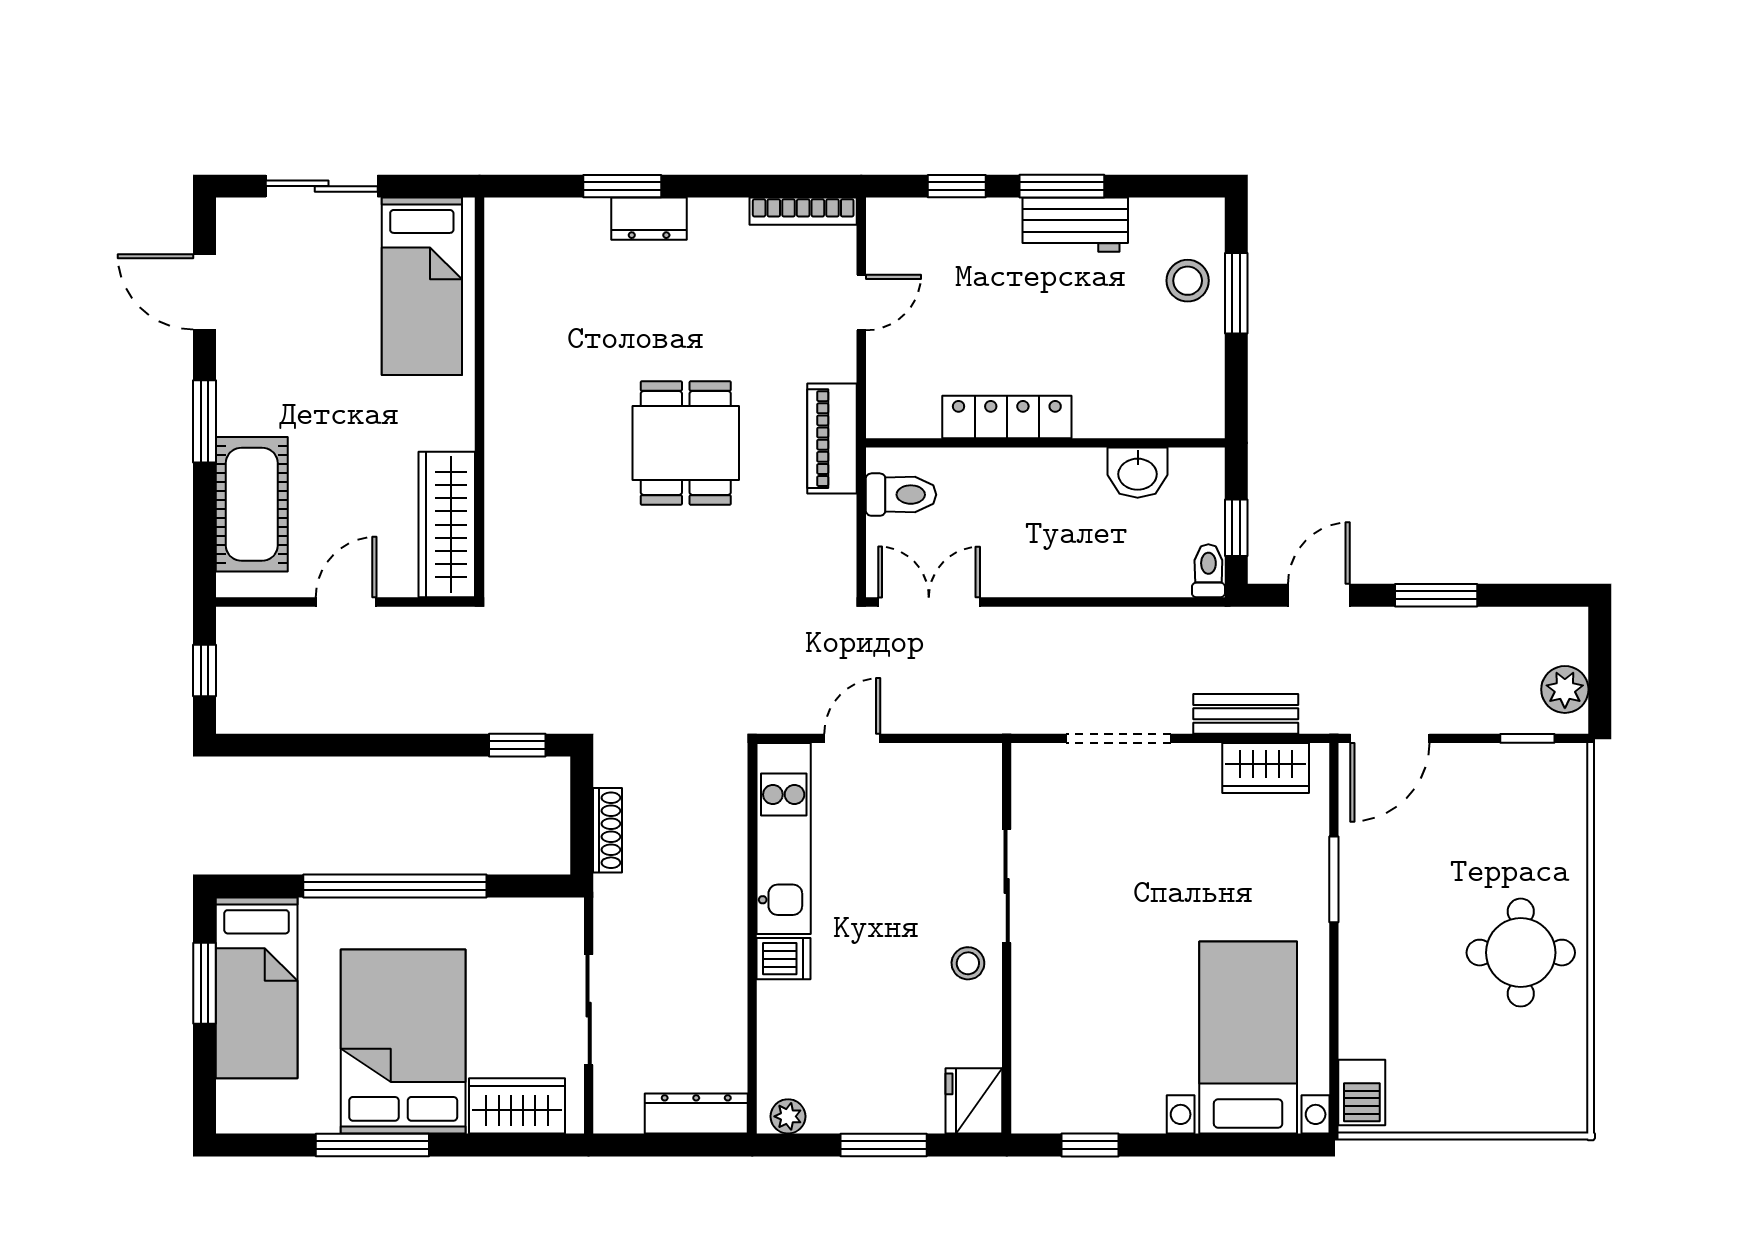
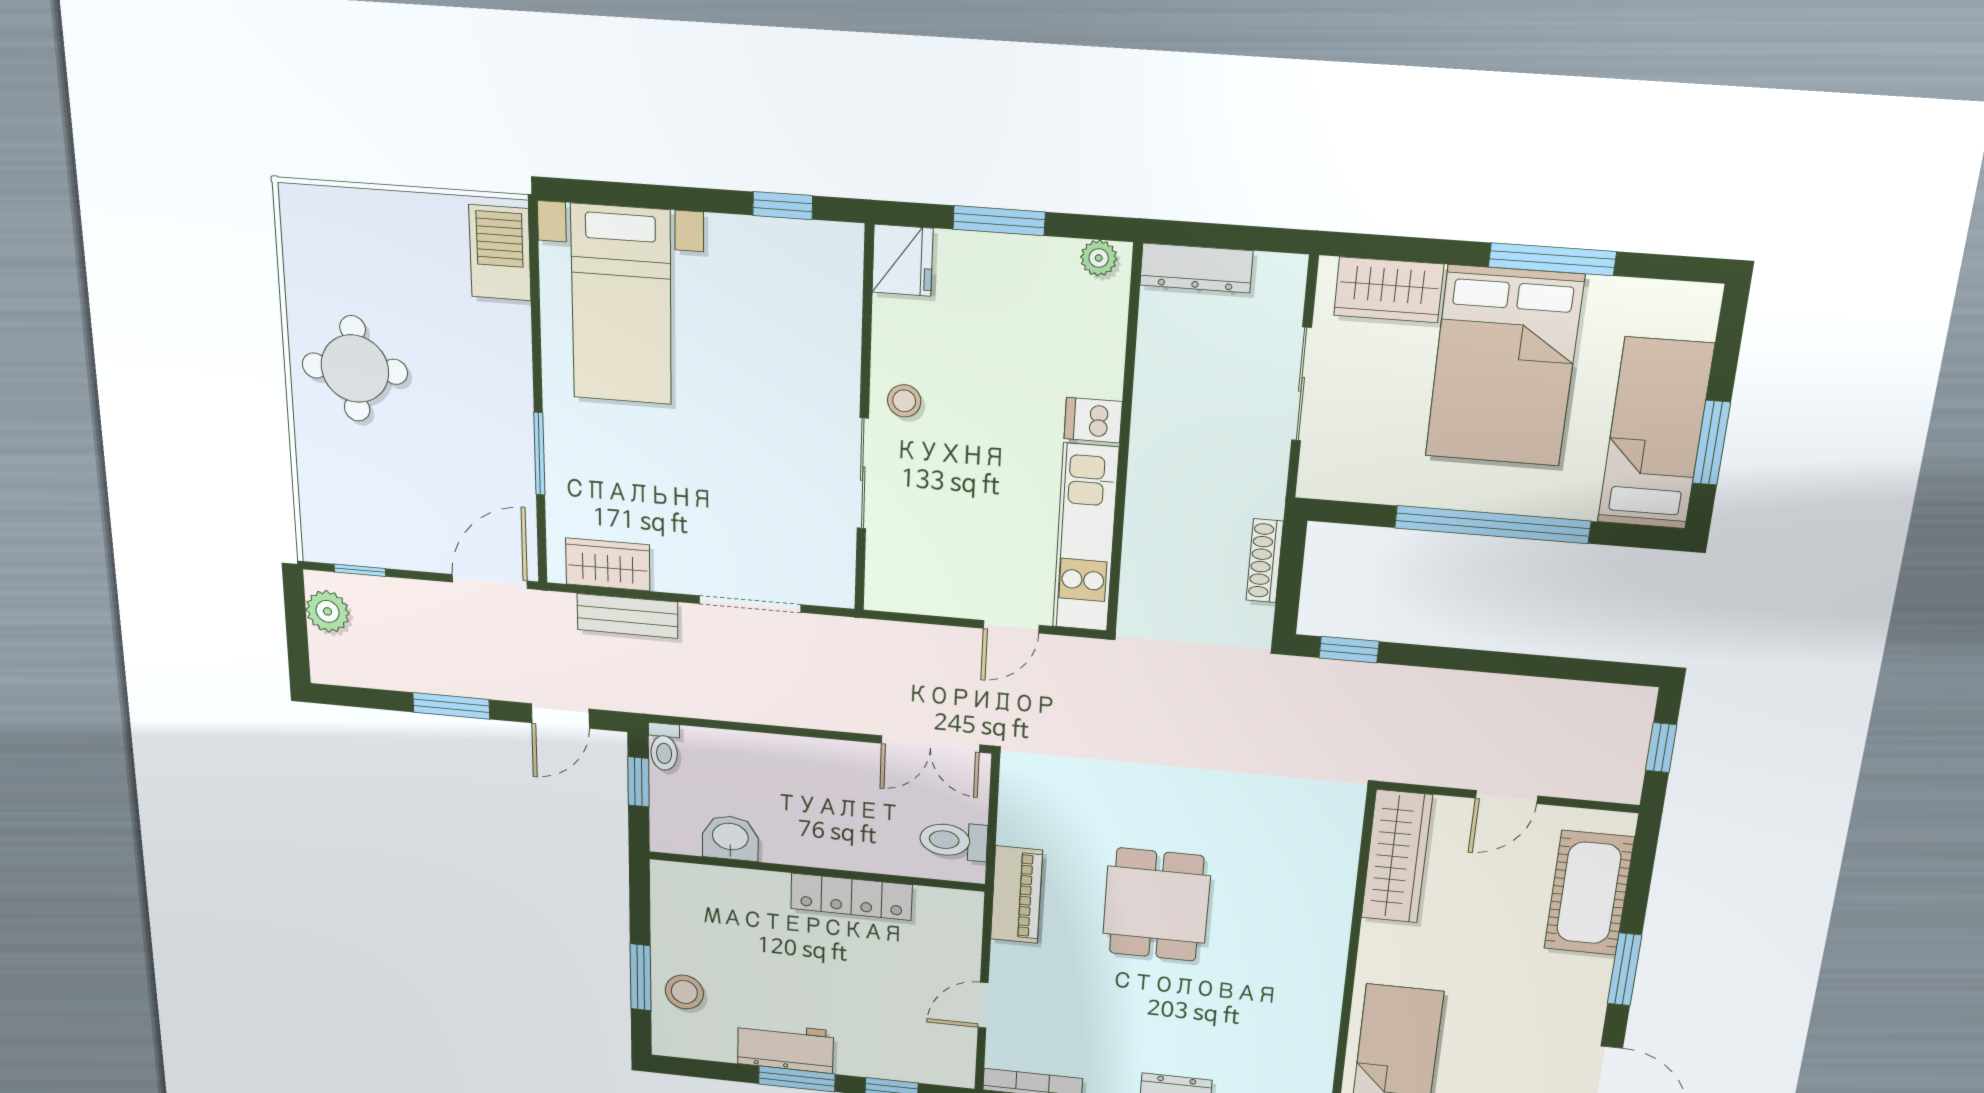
barbecue: (1362, 1092) -> (500, 253), width x1.38, depth x1.27

